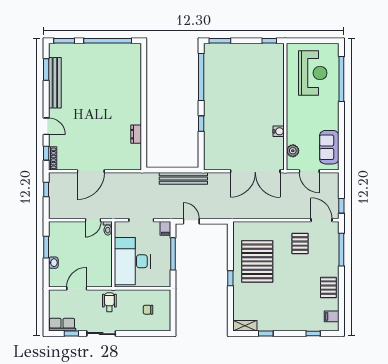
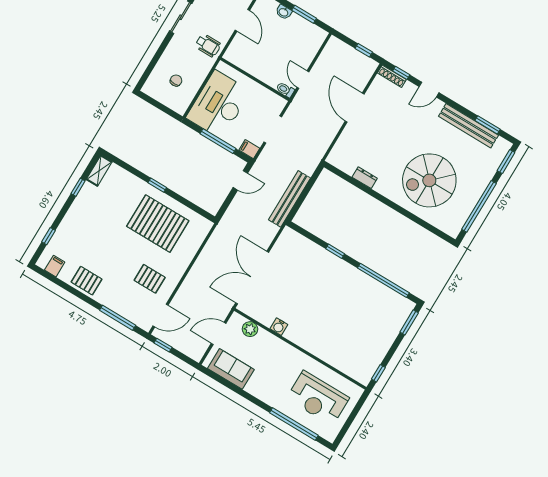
spiral stairs: (110, 87) -> (429, 180), added
desk: (132, 261) -> (218, 104), moved, turned -90

